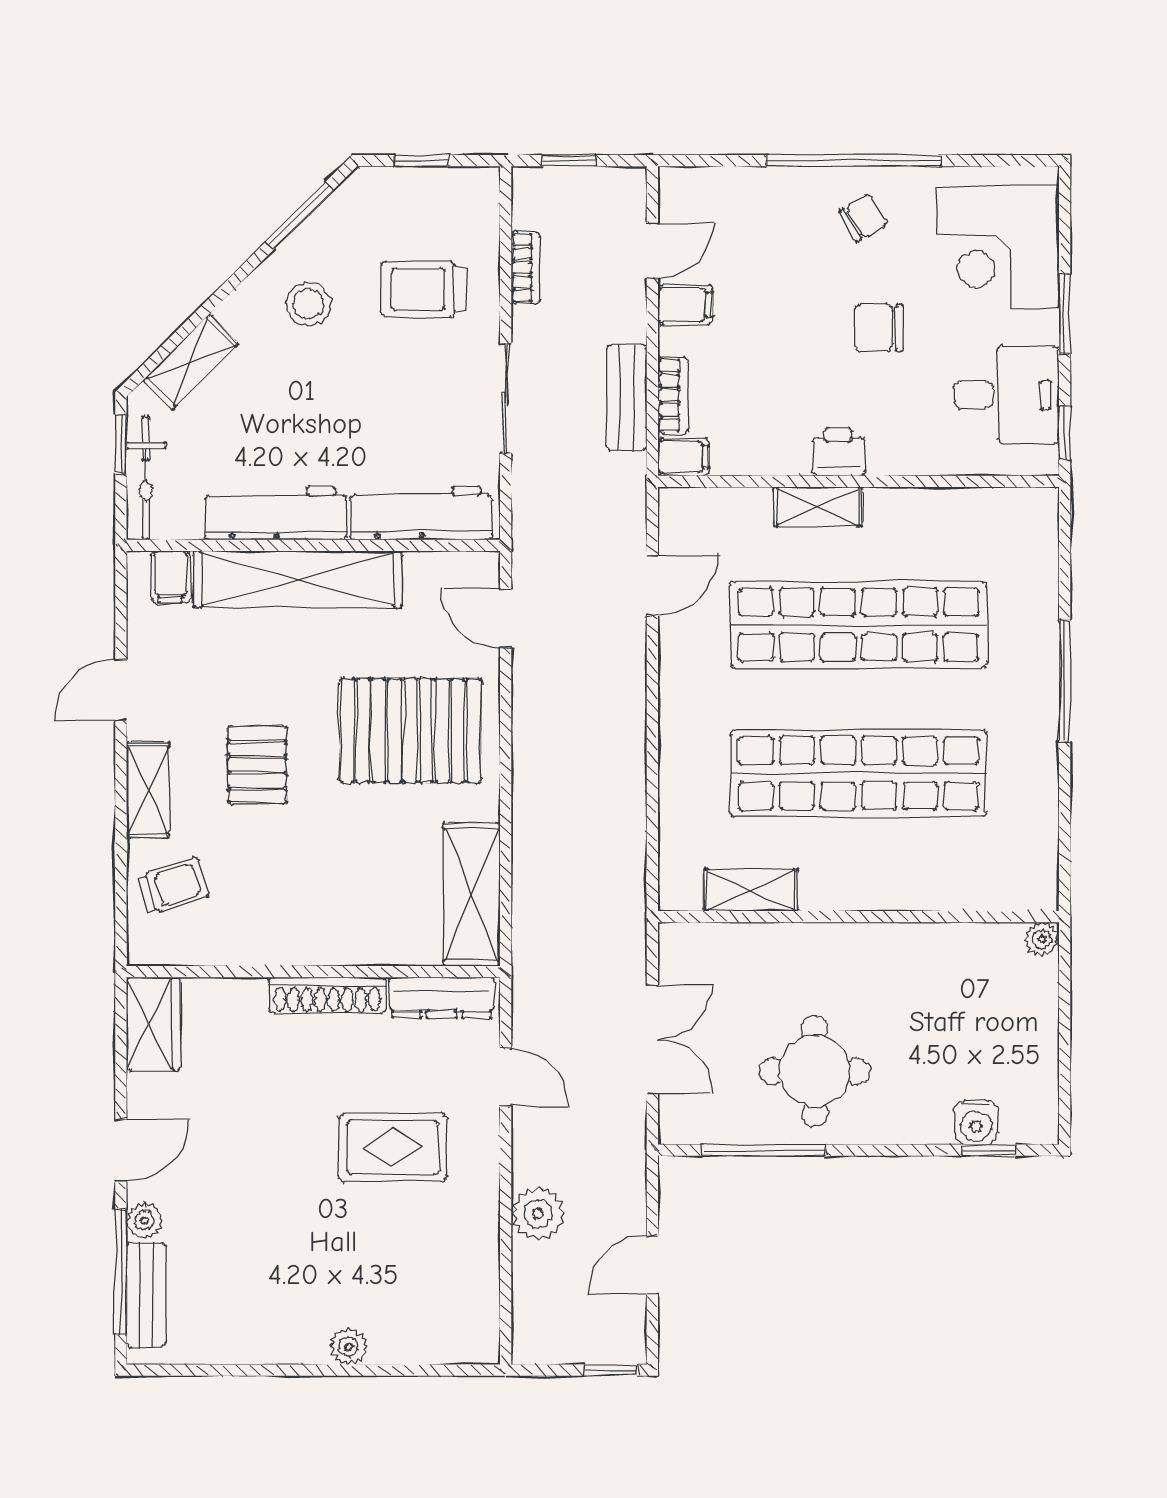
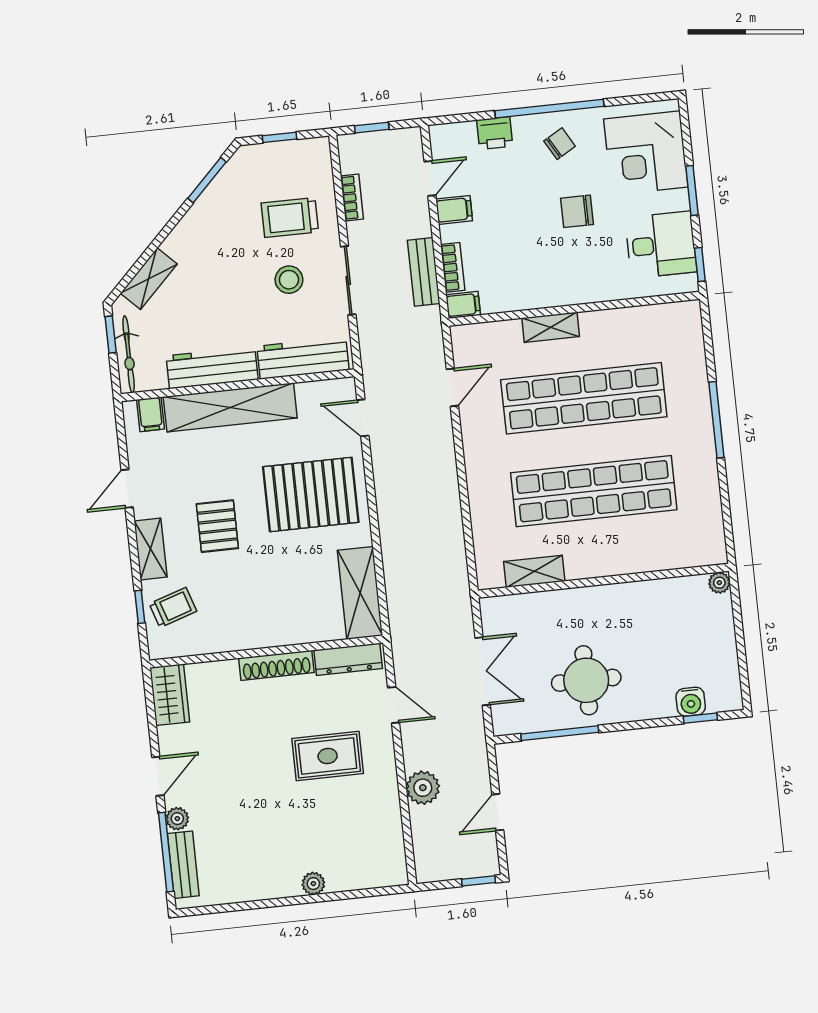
stool: (308, 304) -> (289, 280), moved
printer: (838, 452) -> (495, 133), moved, turned 180
window: (121, 880) -> (140, 607), added

